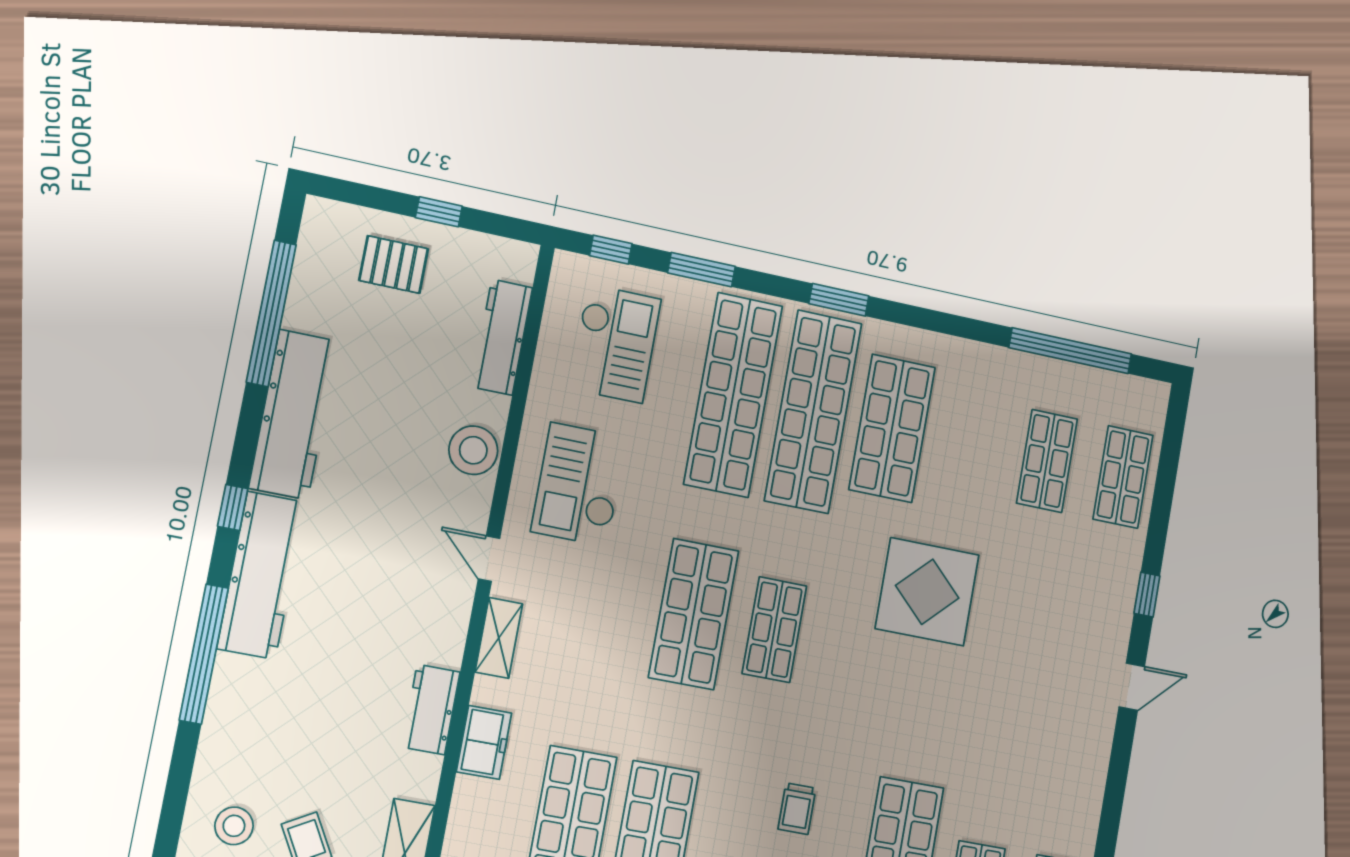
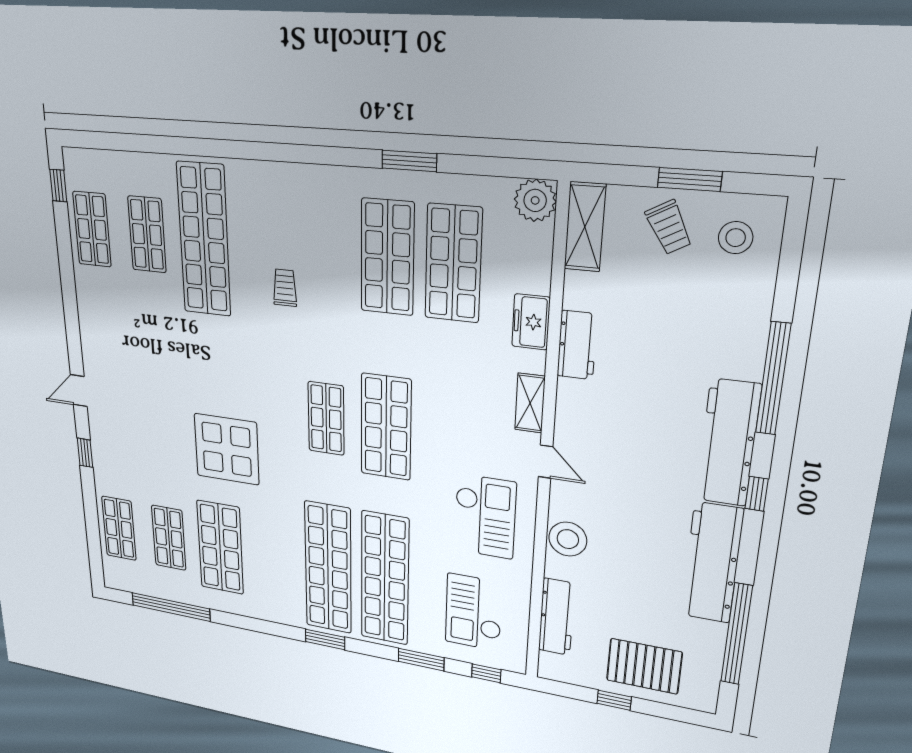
pallet: (394, 265) -> (644, 666), width x1.50, depth x1.42
shop shelf: (892, 428) -> (220, 548), moved

